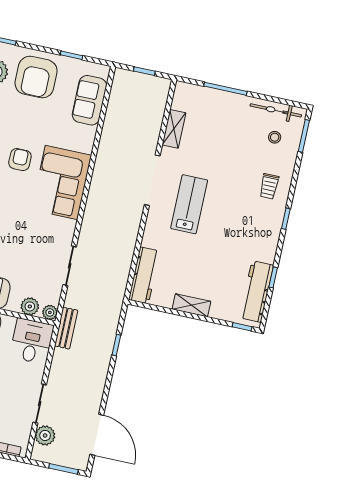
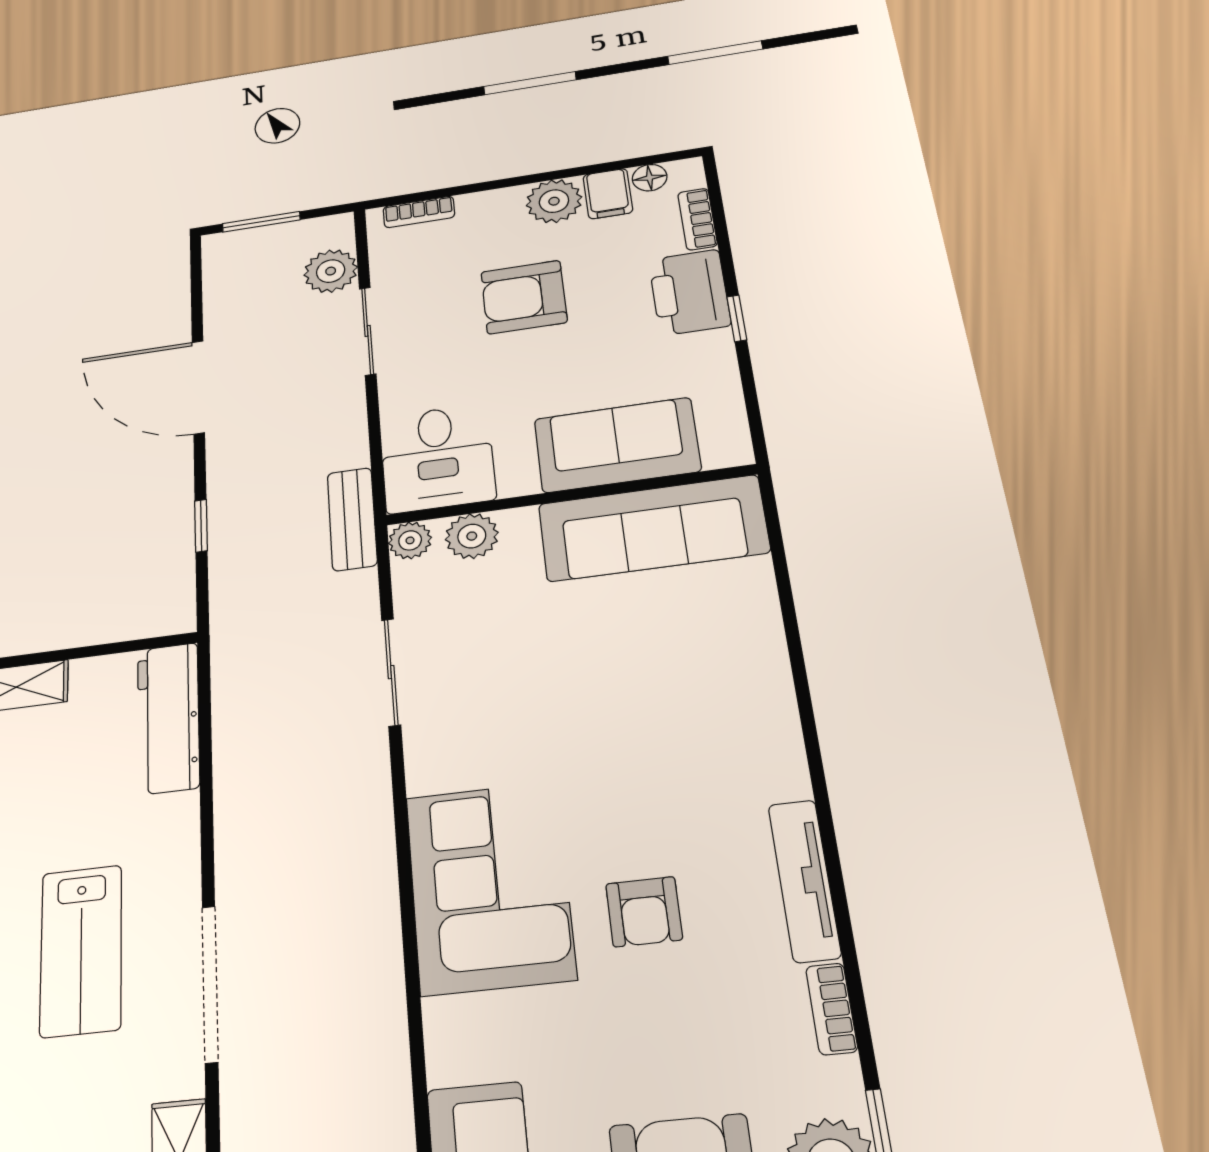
door: (97, 435) -> (198, 387), moved

